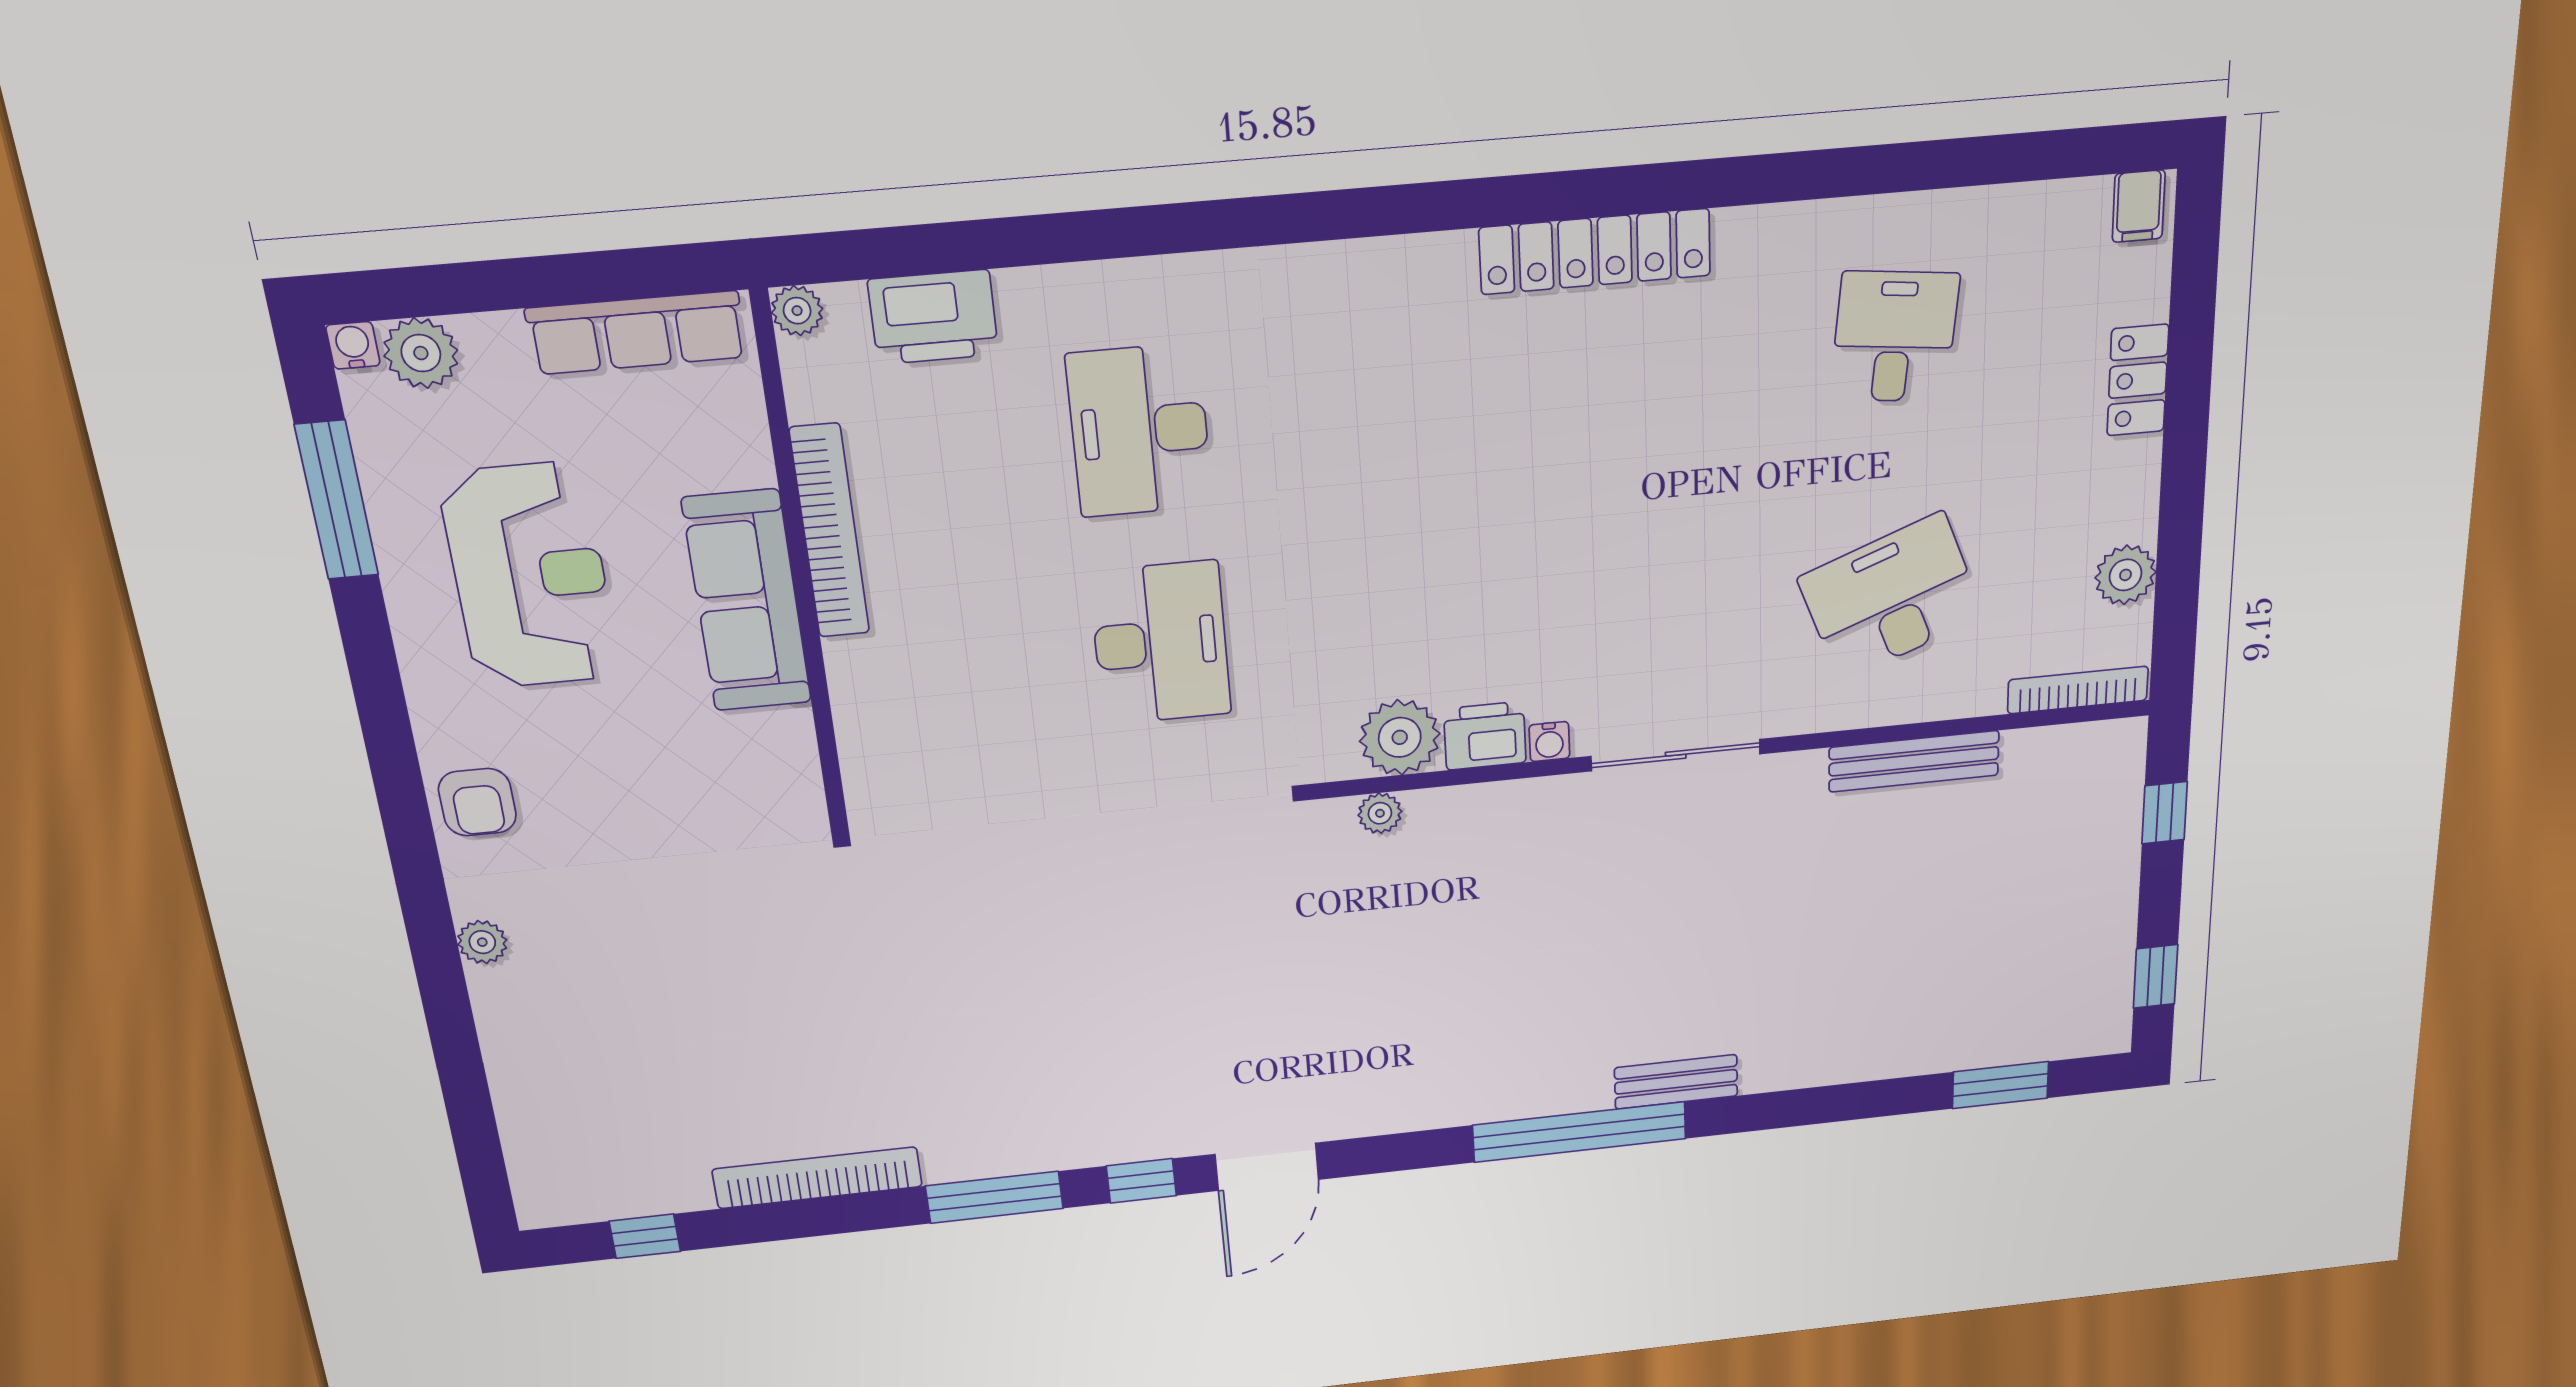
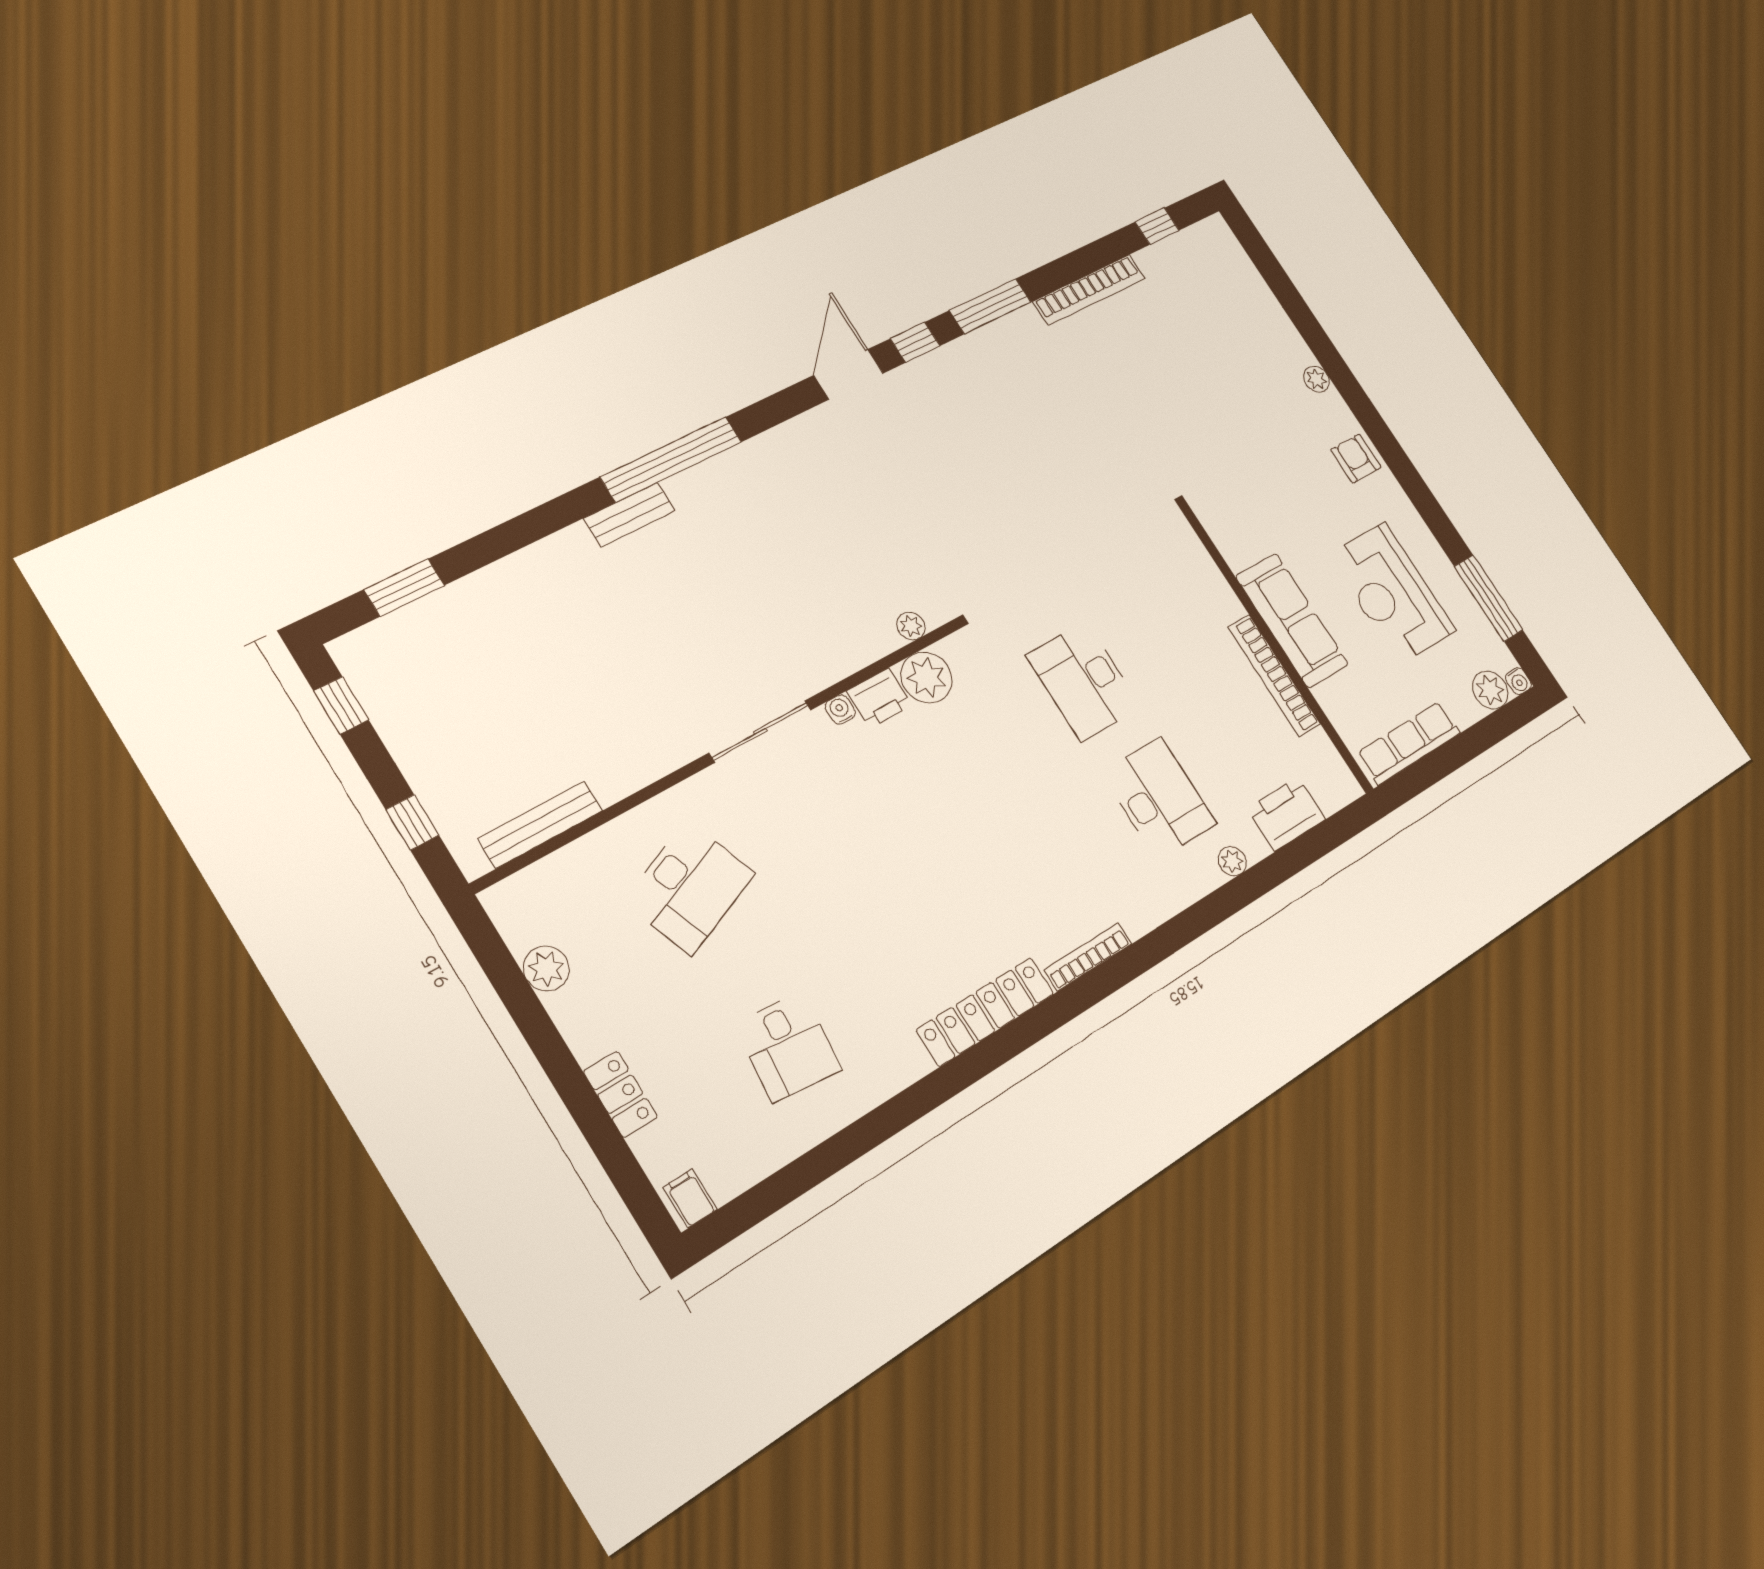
plant: (797, 311) -> (1232, 861), moved
bookcase: (2078, 690) -> (1088, 957), moved, turned 180
bench: (1914, 761) -> (540, 825), moved

